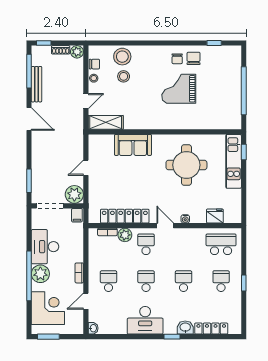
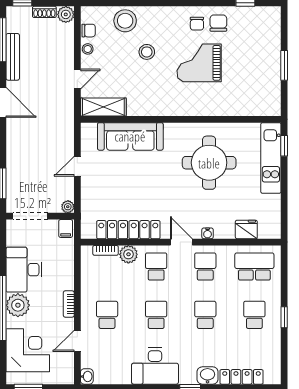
stool: (124, 76) -> (147, 52), moved
window: (244, 91) -> (284, 65), width x0.47
sofa: (133, 145) -> (130, 136), width x1.36
plant: (74, 194) -> (68, 207), width x0.53, depth x0.53
school desk: (184, 244) -> (205, 267), added

